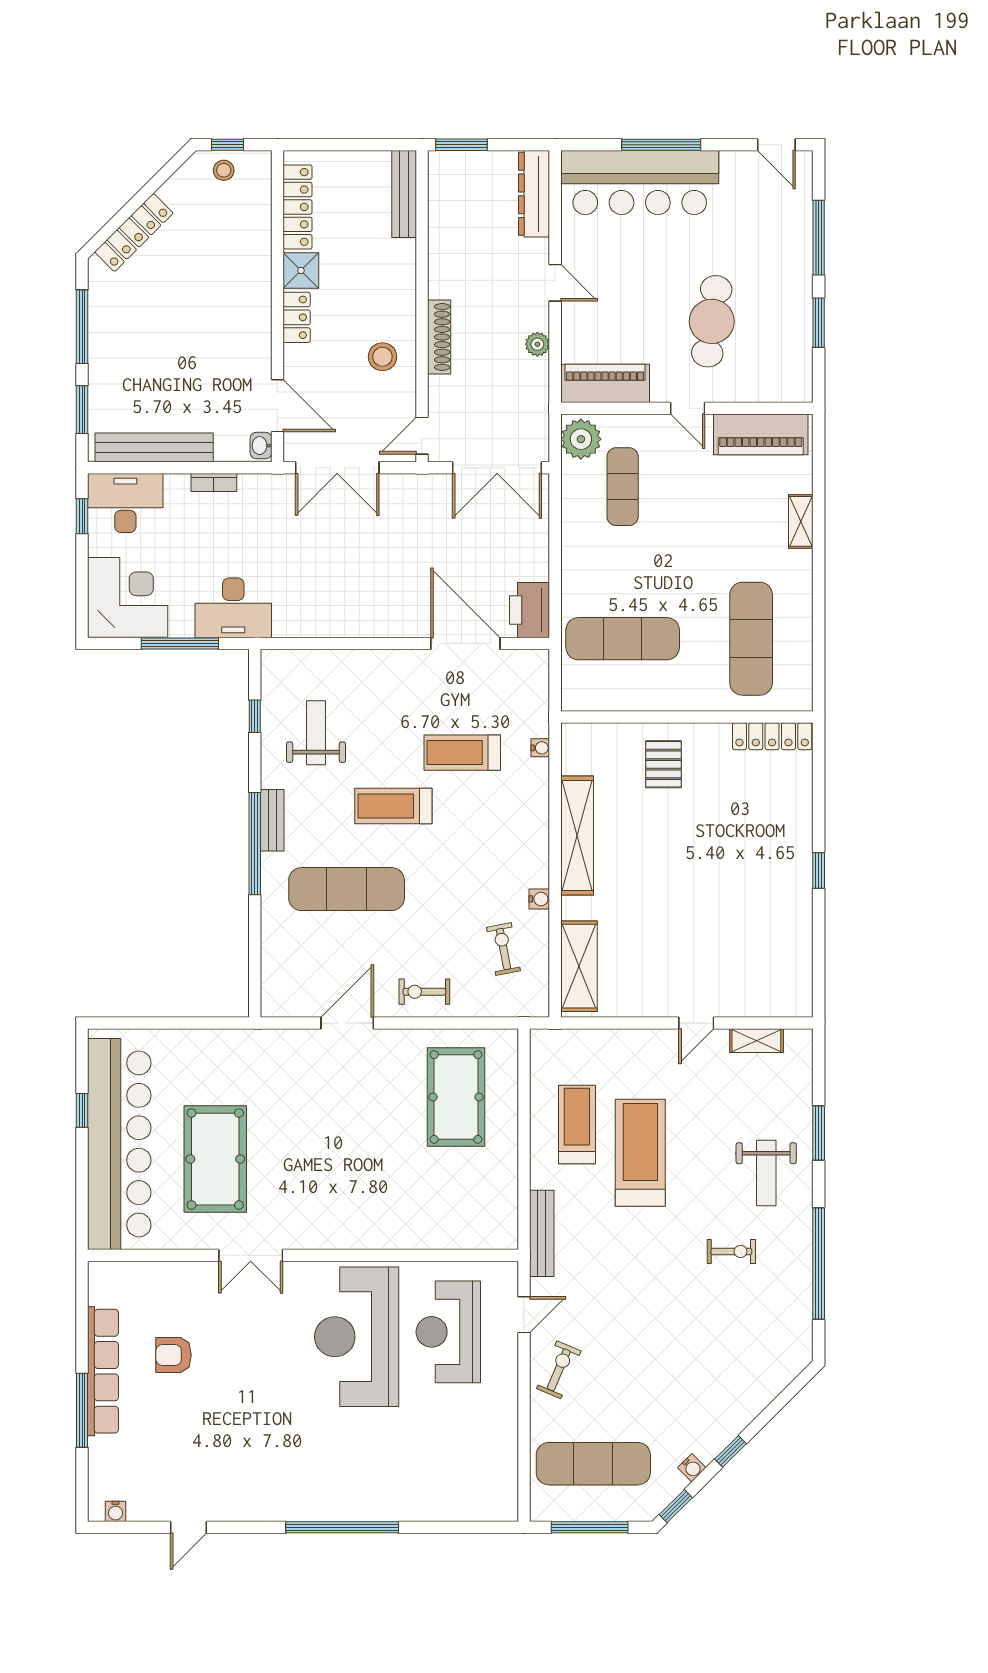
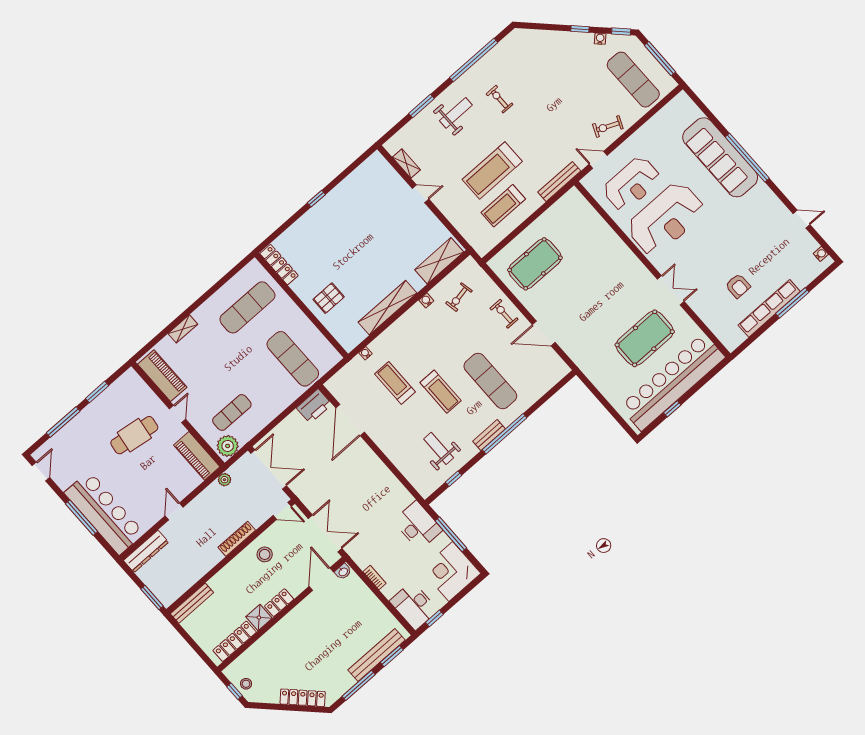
plant: (537, 344) -> (224, 480), moved
bench: (154, 447) -> (377, 655), moved, turned 90
weight bench: (316, 733) -> (439, 448), turned 90
treadmill: (462, 753) -> (395, 383), turned 180
exercise bike: (424, 992) -> (504, 314), turned 180
sofa: (376, 1489) -> (720, 157), added

